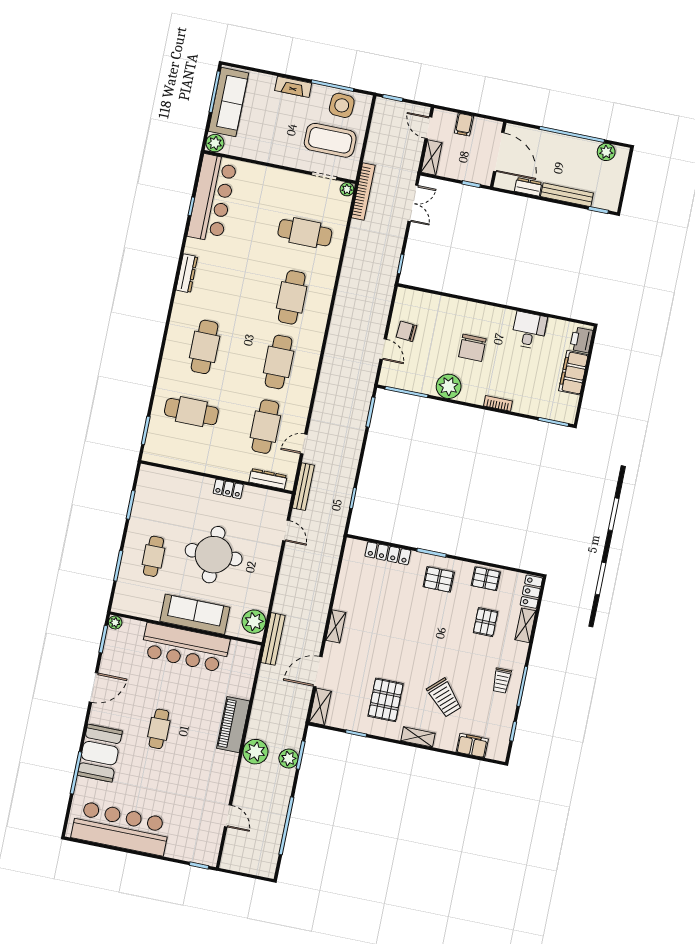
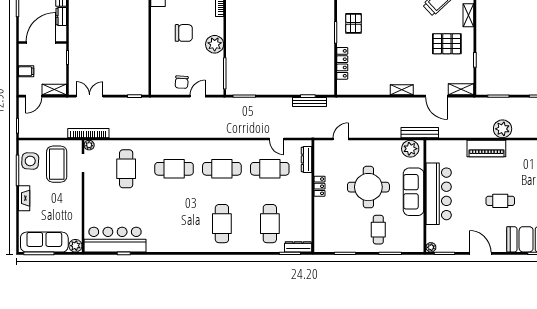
dresser: (187, 273) -> (298, 247), moved
cafe table: (205, 347) -> (222, 224), turned 90
bench: (303, 487) -> (309, 102), moved
cafe table: (153, 556) -> (378, 230), turned 90
plant: (289, 759) -> (503, 104), removed

